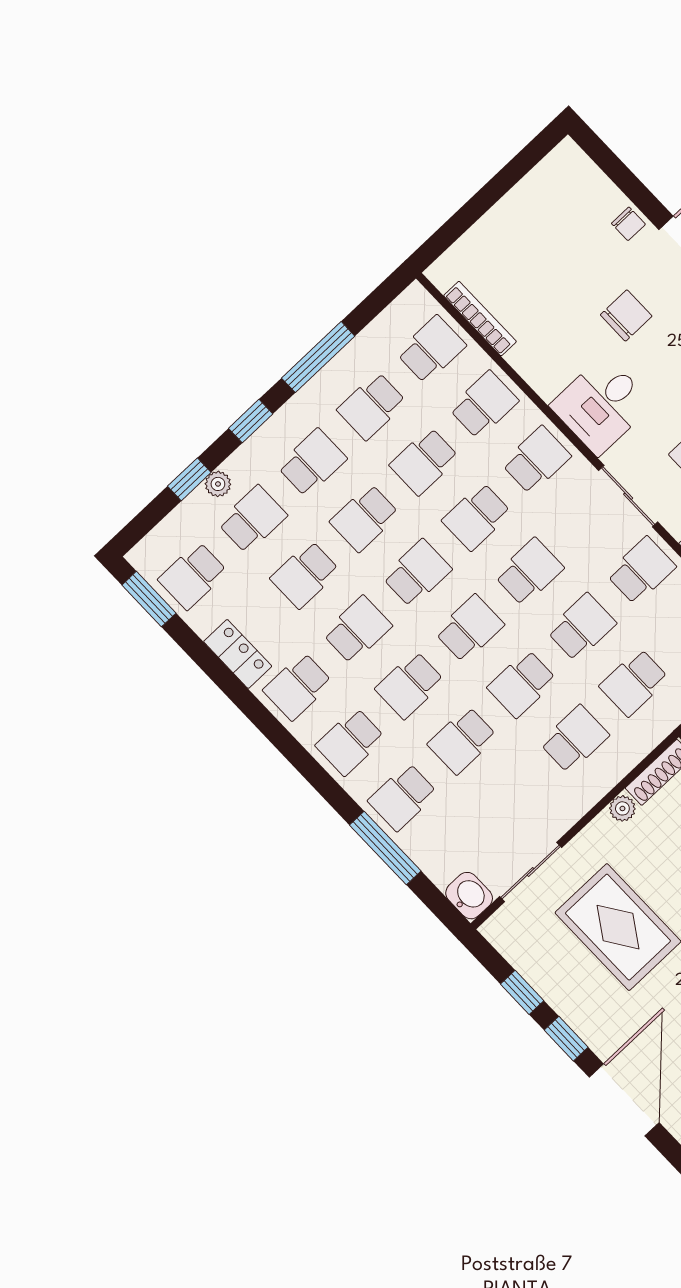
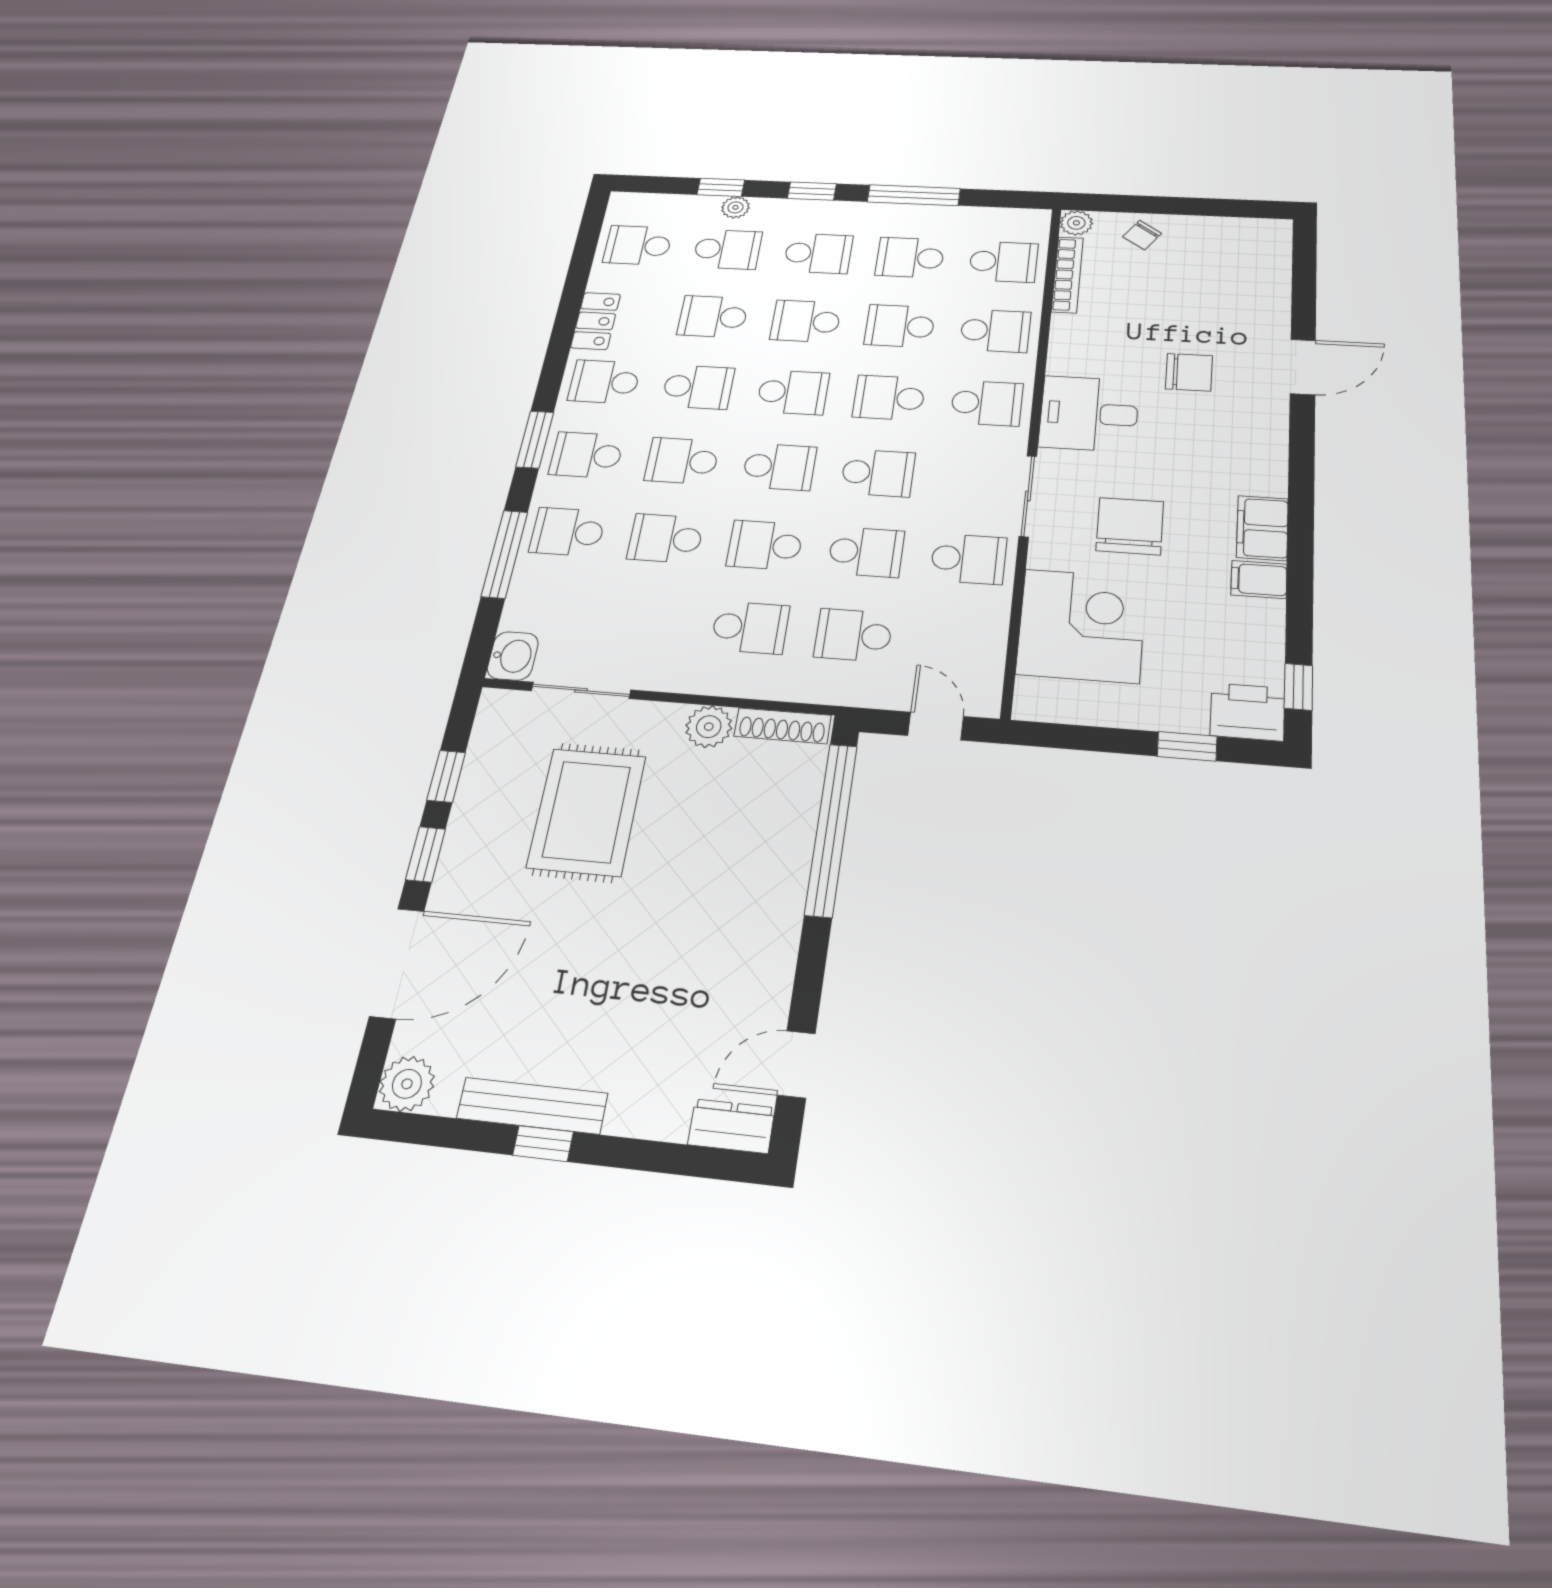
chair: (628, 224) -> (1142, 235), moved, turned 35
plant: (442, 273) -> (1076, 223), added
window: (149, 599) -> (535, 439), moved
plant: (622, 808) -> (709, 727), width x1.38, depth x1.38

